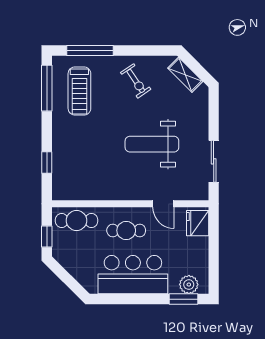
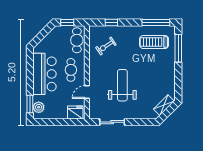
exercise bike: (136, 81) -> (106, 46), moved

